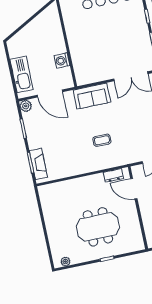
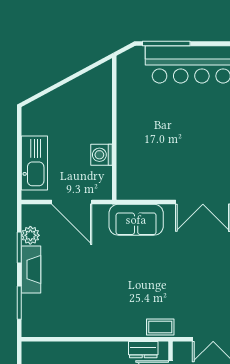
plant: (26, 106) -> (30, 235), moved
coffee table: (102, 140) -> (160, 327), moved
fireplace: (38, 164) -> (31, 269), moved

